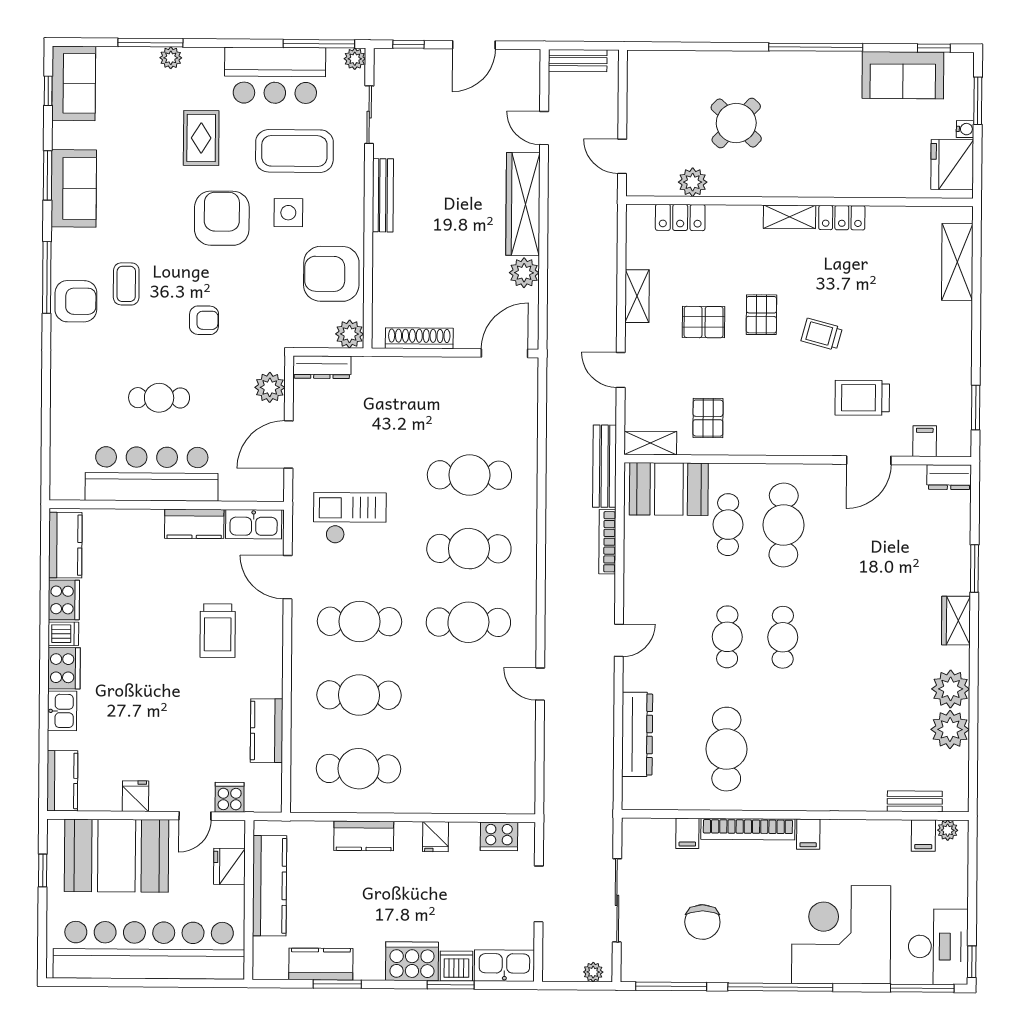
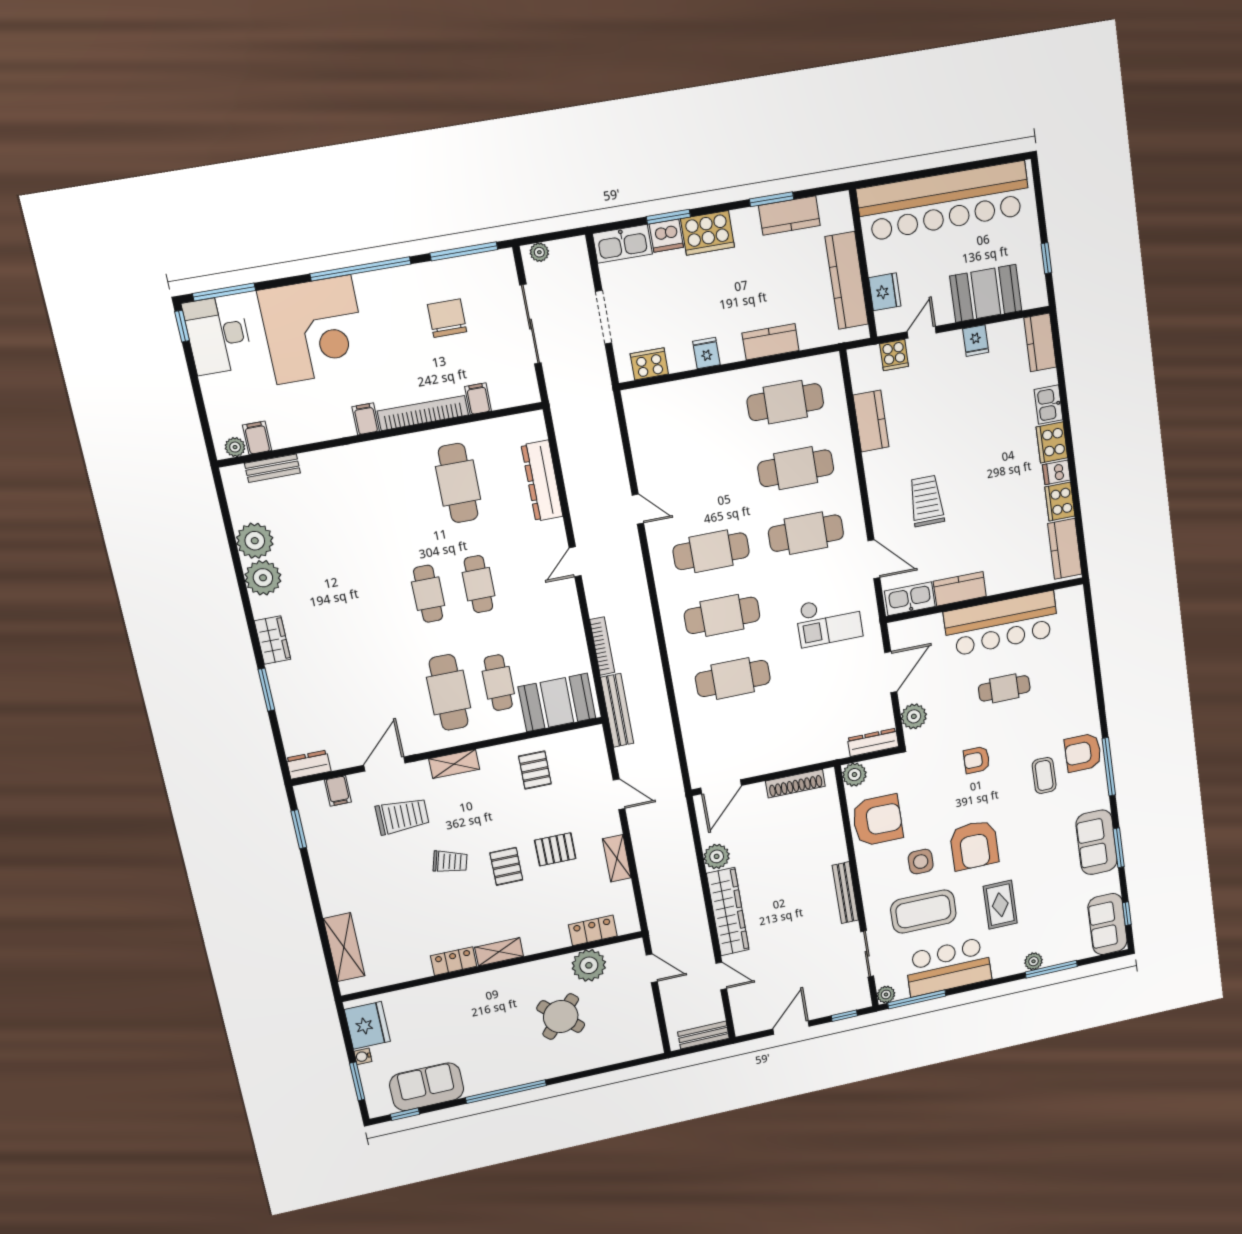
plant: (693, 182) -> (589, 965), width x1.36, depth x1.36
shelving: (650, 443) -> (454, 764), moved
booth: (117, 856) -> (986, 293), width x0.73, depth x0.70

